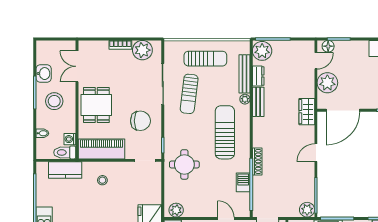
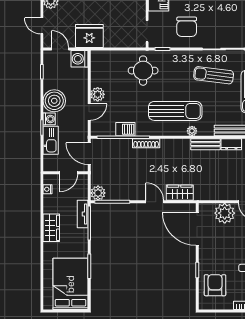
plant: (245, 99) -> (192, 131), moved
wardrobe: (307, 112) -> (180, 193), moved
plant: (176, 210) -> (98, 94), moved

